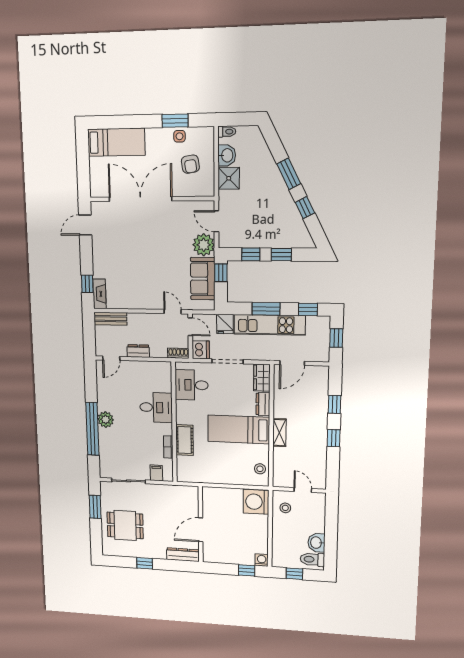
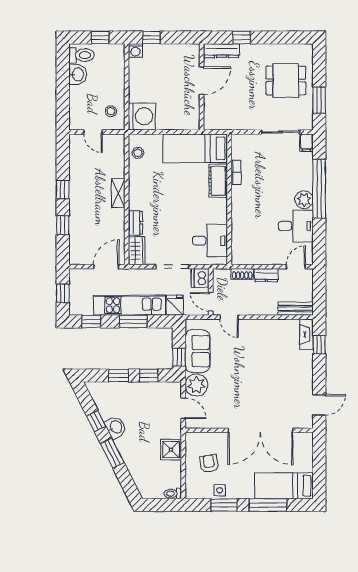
window: (131, 122) -> (268, 505), added
washbasin: (227, 155) -> (116, 427), moved, turned 153
shoe rack: (178, 353) -> (242, 274), moved
desk: (156, 407) -> (296, 226), moved, turned 180
bed: (239, 429) -> (195, 148), moved, turned 180
filing cabinet: (156, 473) -> (306, 143), moved
window: (145, 563) -> (241, 37), moved

